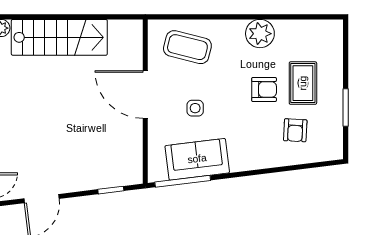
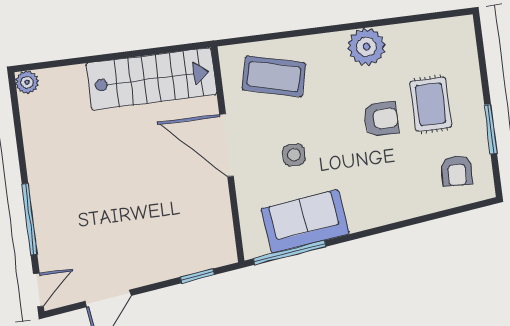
stairs: (59, 37) -> (151, 79), moved
armchair: (295, 130) -> (457, 171), moved

